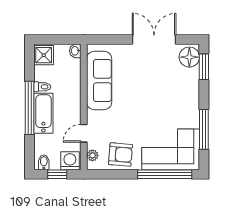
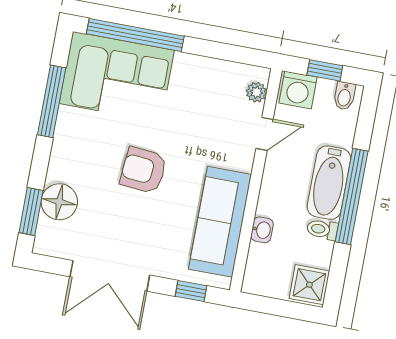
window: (108, 40) -> (191, 291), added
washbasin: (75, 51) -> (262, 230), moved
floor lamp: (189, 57) -> (59, 202), moved
armchair: (121, 154) -> (143, 170), moved

